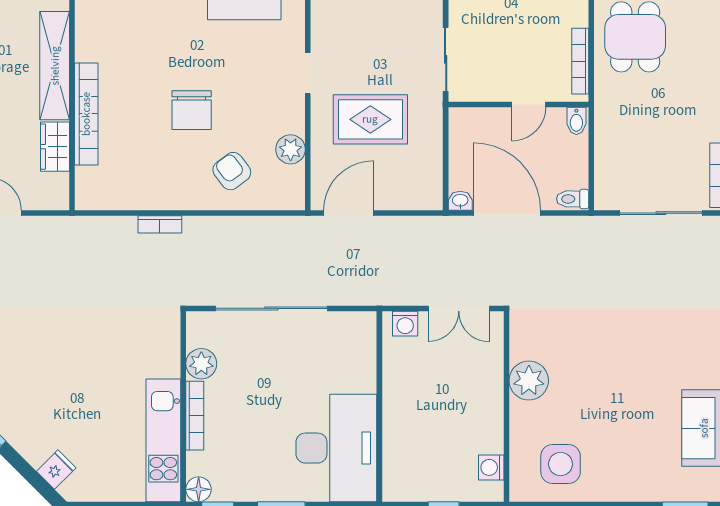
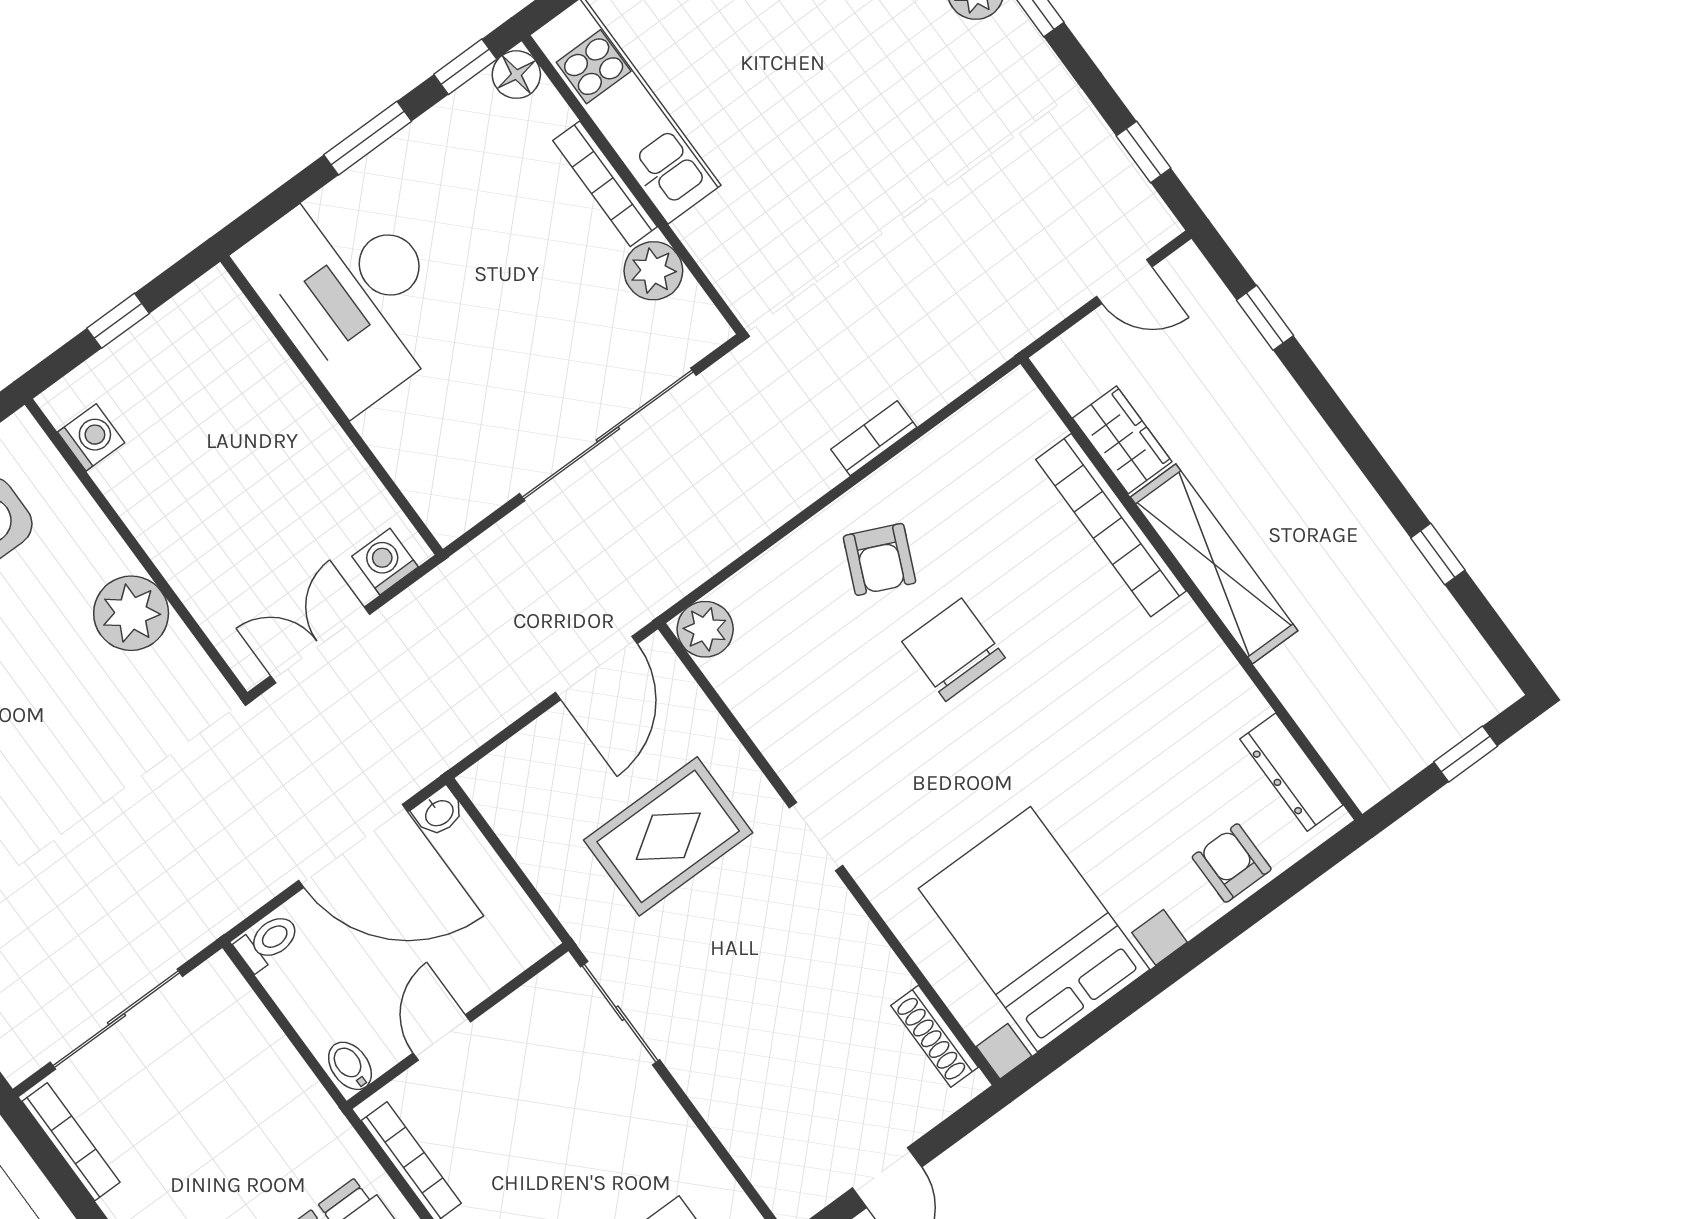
plant: (291, 149) -> (705, 629), moved
armchair: (232, 171) -> (880, 559), moved, turned 61

